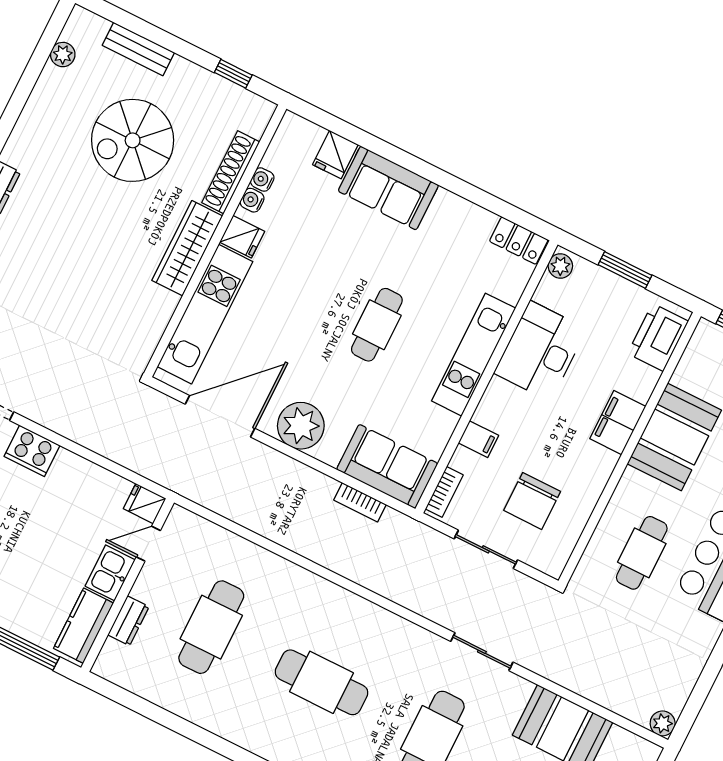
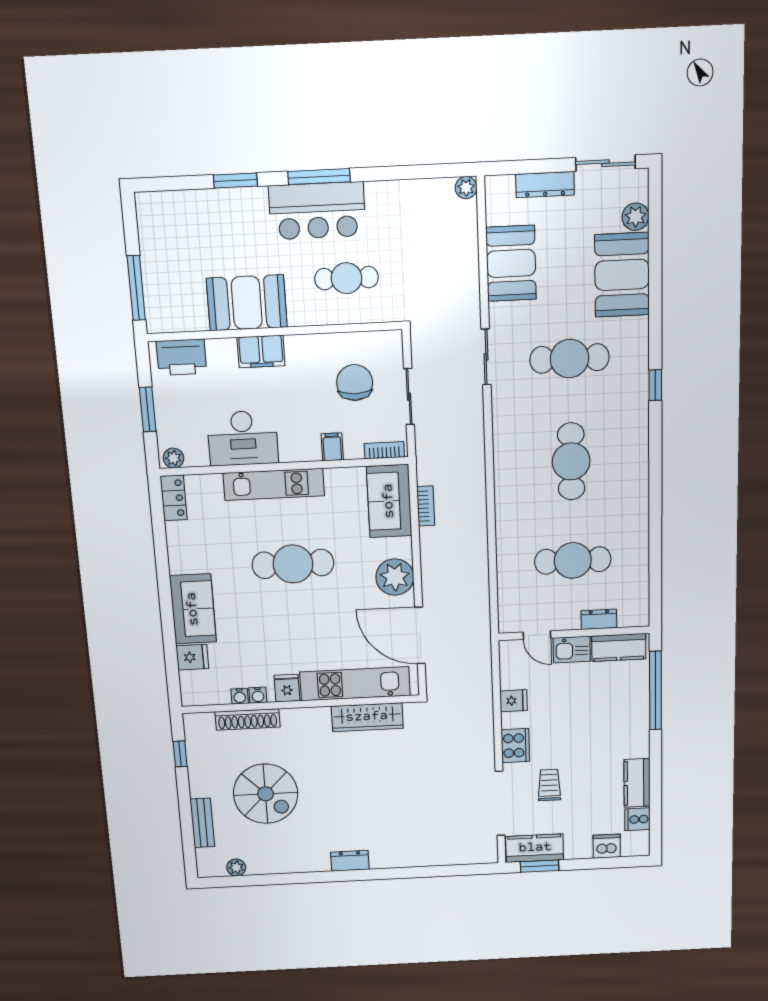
wardrobe: (187, 248) -> (367, 717), moved
cafe table: (377, 325) -> (293, 564), width x1.37, depth x1.35
chair: (532, 501) -> (355, 382), turned -90
fridge: (145, 504) -> (514, 701), moved, turned -90

